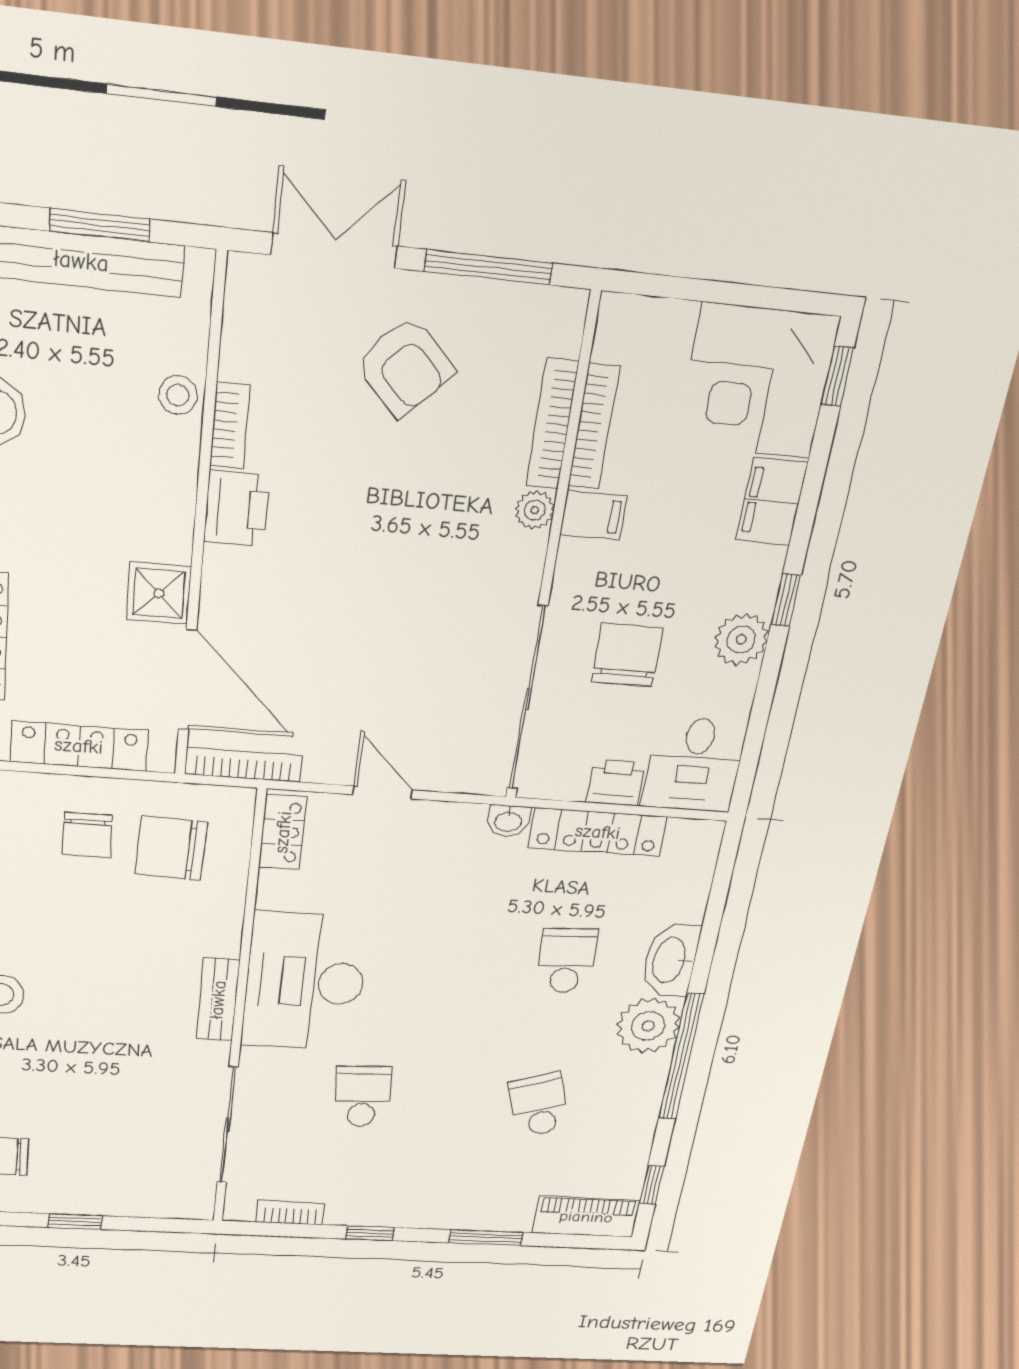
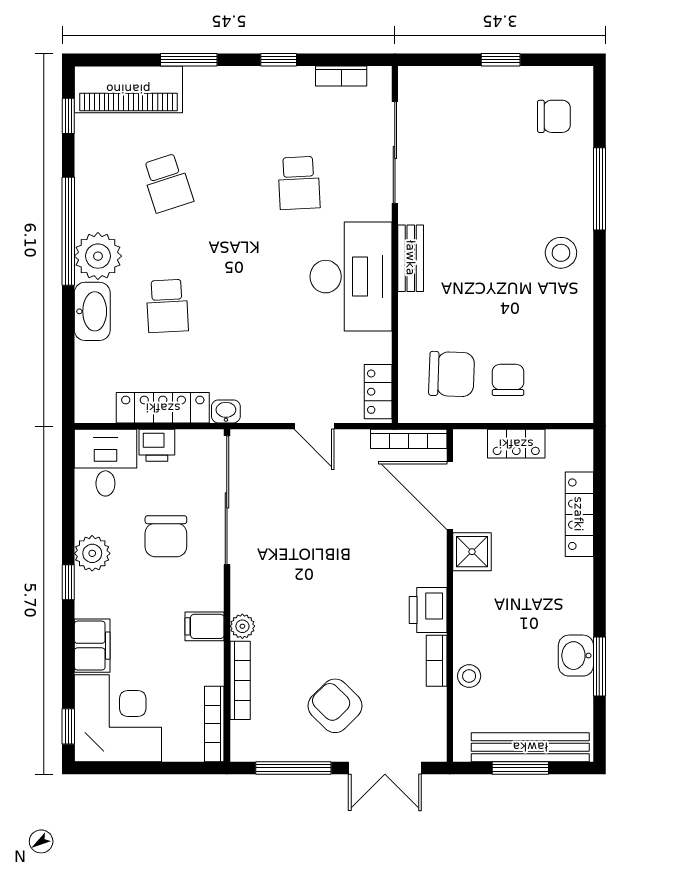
bookcase: (594, 427) -> (214, 724), moved
locker: (79, 746) -> (516, 444), width x0.66
piano: (586, 1217) -> (128, 89), width x1.37, depth x1.33

